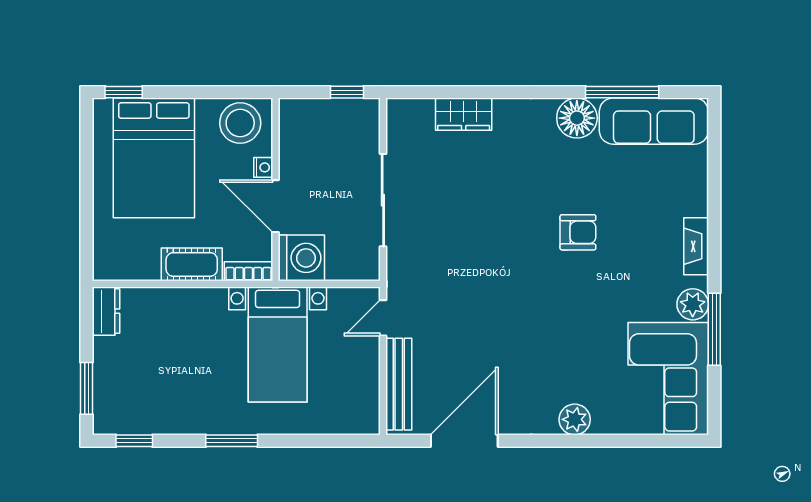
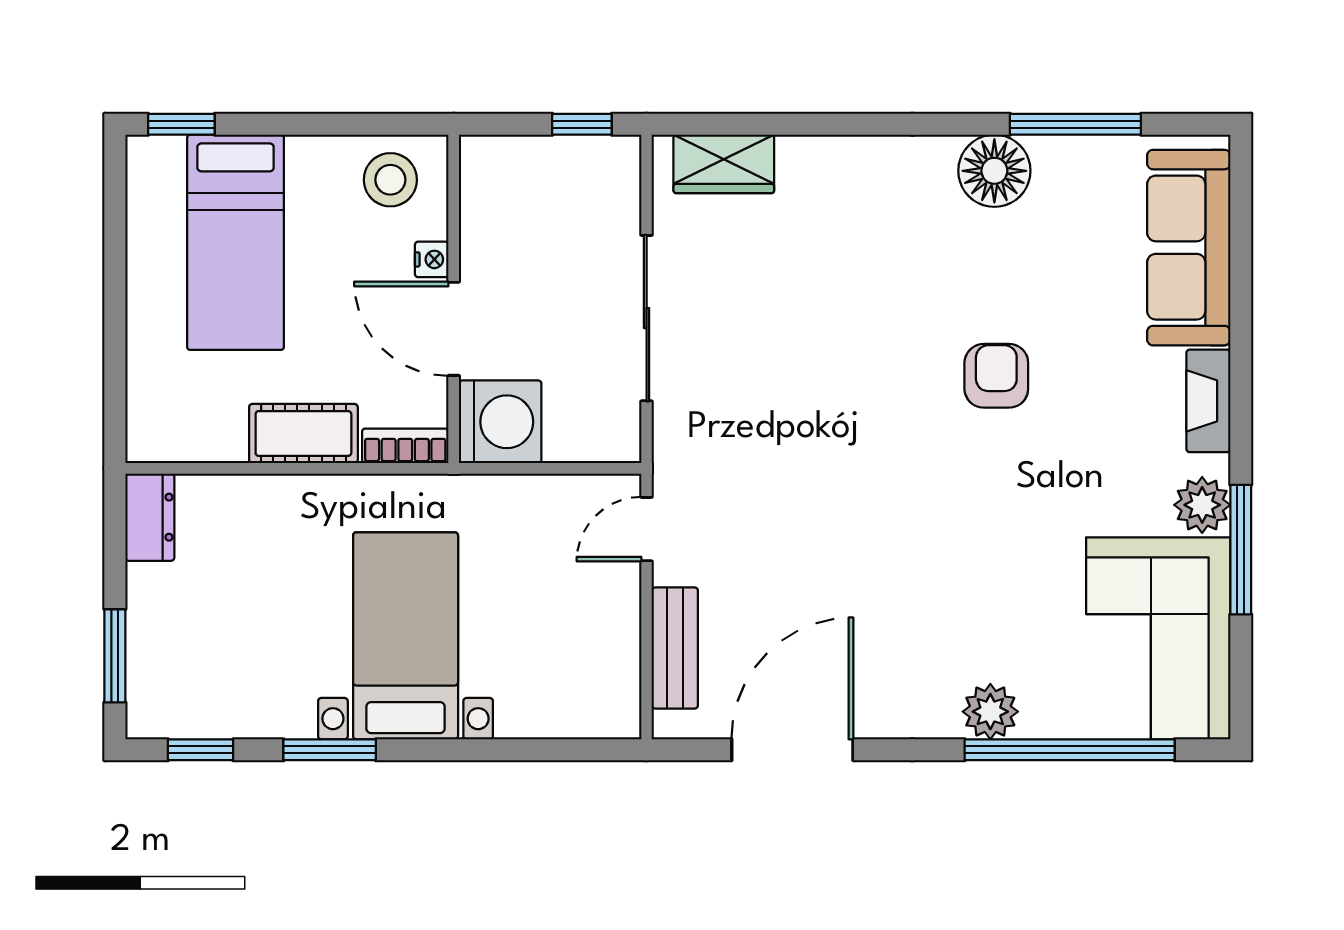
wardrobe: (464, 114) -> (724, 164), moved
sofa: (654, 121) -> (1189, 248), moved, turned 90
stool: (240, 123) -> (390, 180), width x0.73, depth x0.73
bed: (154, 158) -> (236, 242), width x0.67
armchair: (578, 232) -> (996, 376), turned -90
bed with nightstands: (278, 344) -> (406, 636), moved, turned 180
bench: (399, 384) -> (675, 648), width x0.73
window: (232, 441) -> (330, 750), moved
window: (619, 441) -> (1070, 750), added

